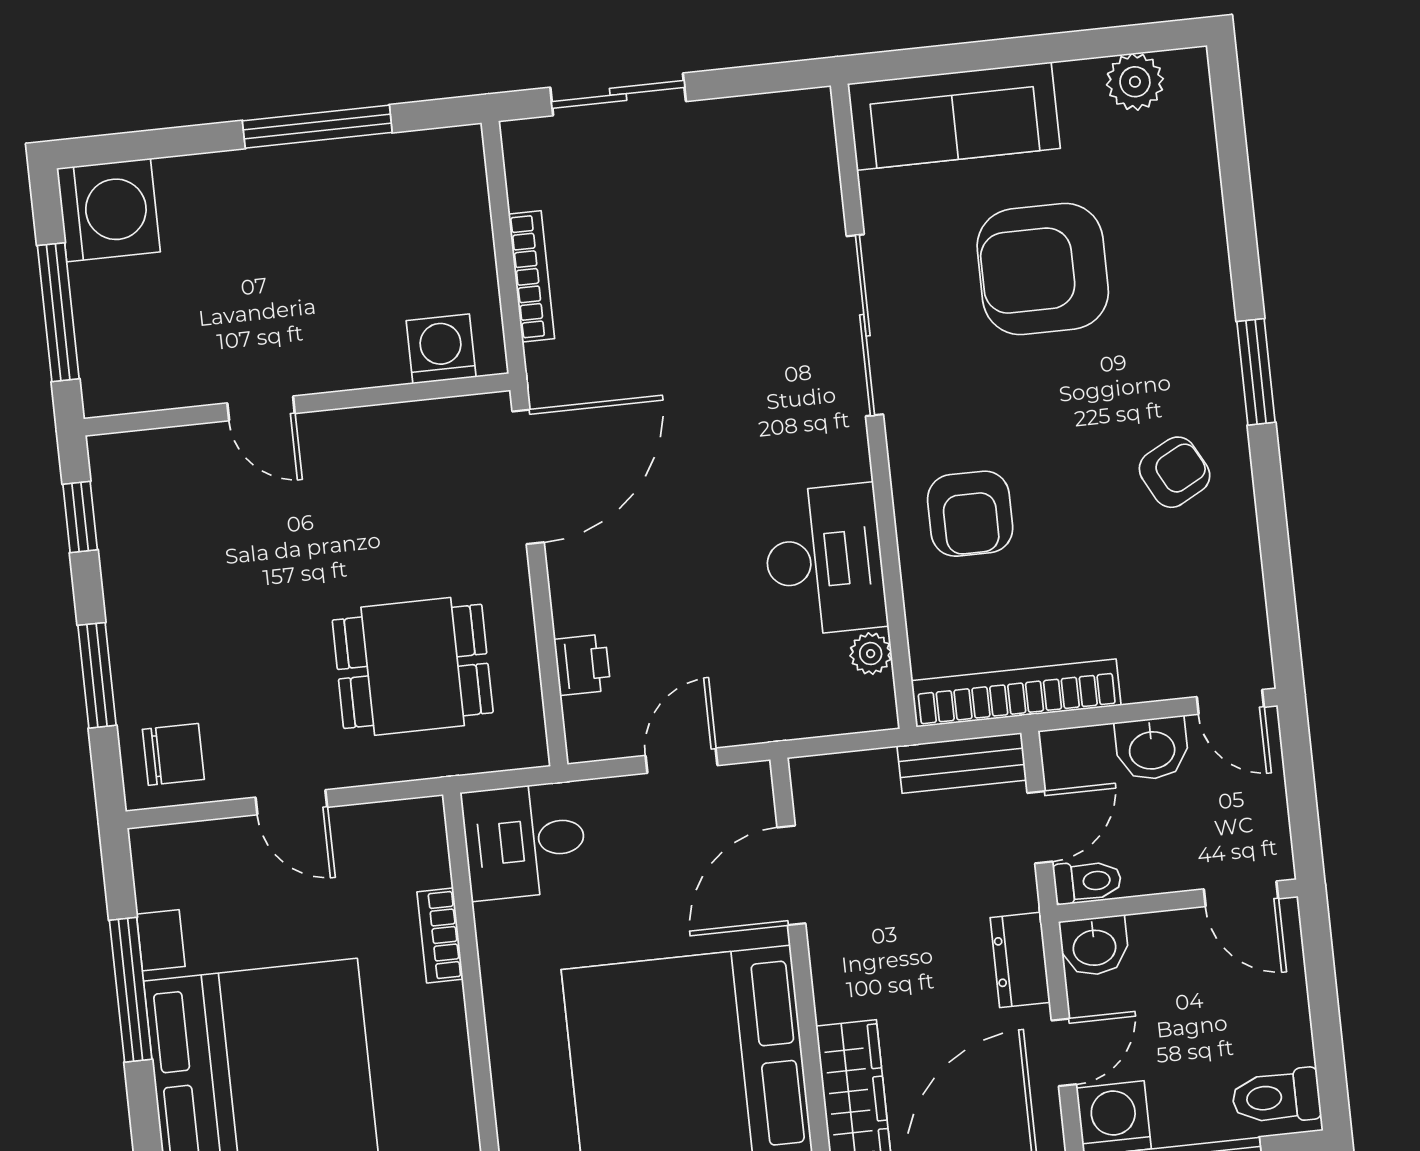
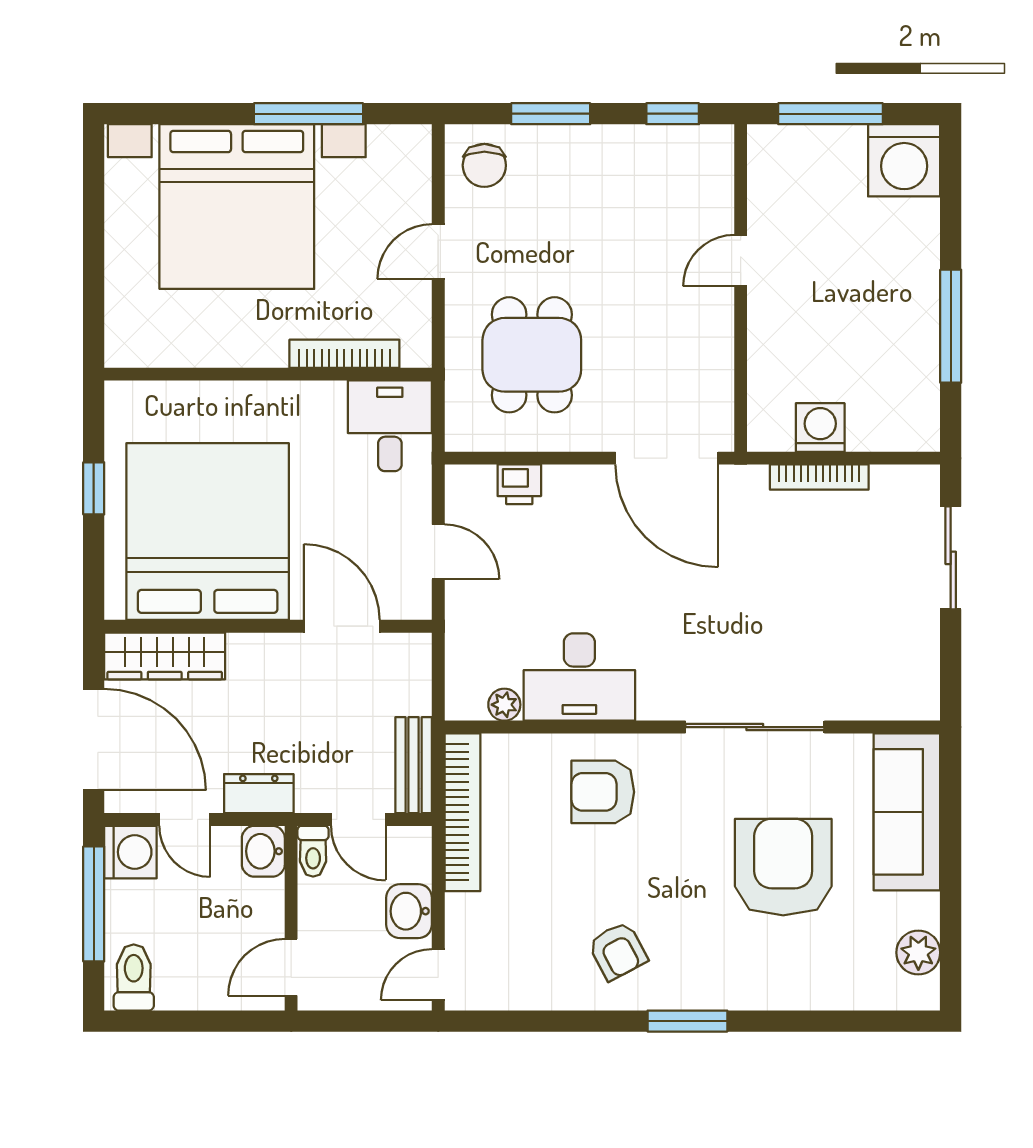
washing machine: (441, 349) -> (820, 428), moved, turned -90
bookcase: (440, 936) -> (344, 354), width x1.56

